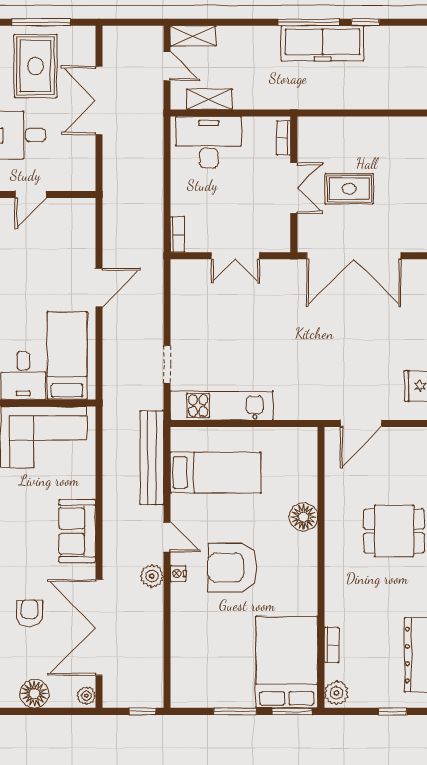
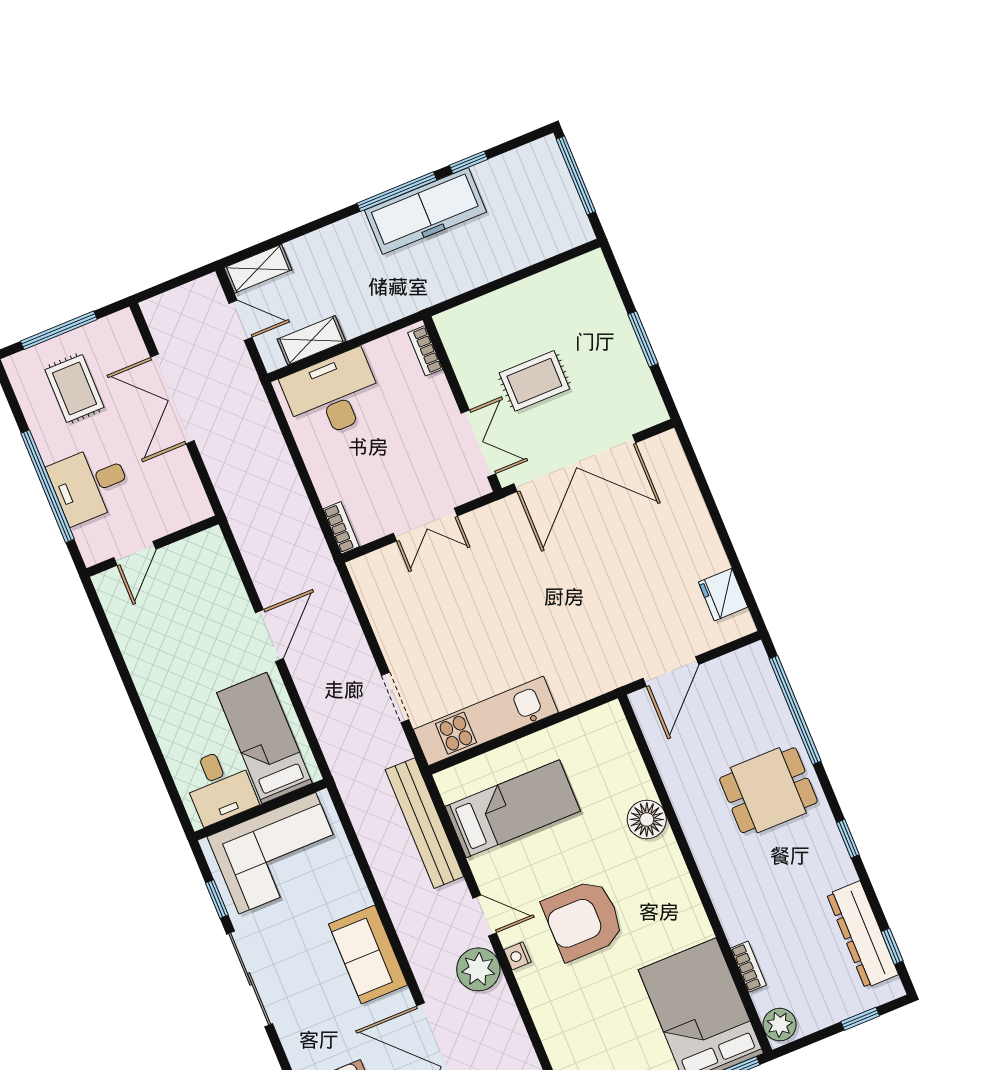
rug: (35, 66) -> (74, 389), width x0.73, depth x0.70
double door: (294, 188) -> (478, 444), moved
plant: (152, 576) -> (478, 969), width x1.36, depth x1.36

